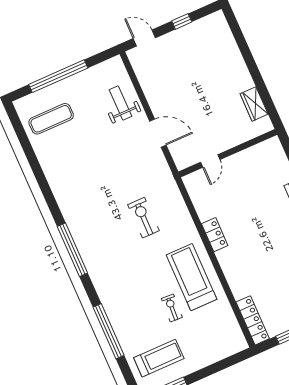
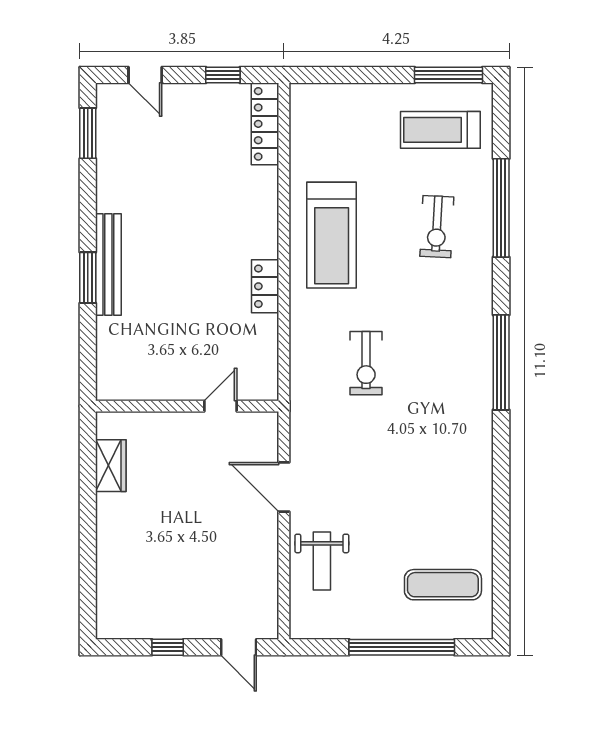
exercise bike: (172, 308) -> (437, 227), moved, width x1.38, depth x1.39

